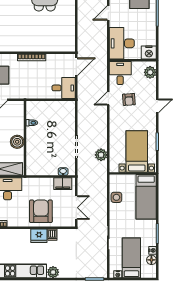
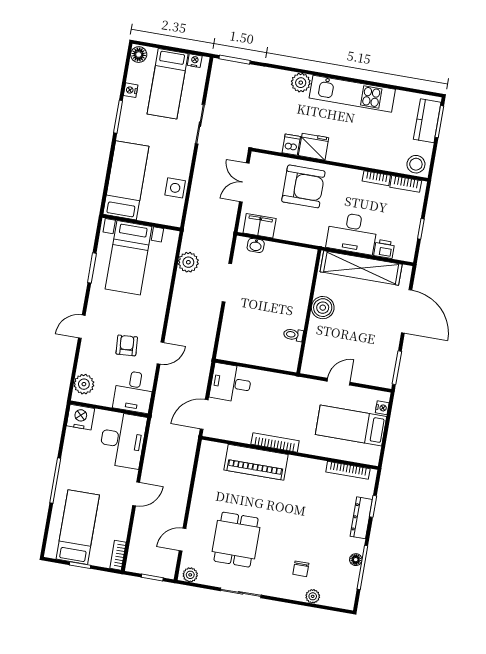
piano: (41, 44) -> (256, 462), added
armchair: (41, 211) -> (303, 186), turned -90
floor lamp: (151, 260) -> (139, 55), moved

